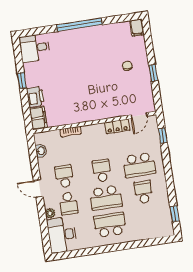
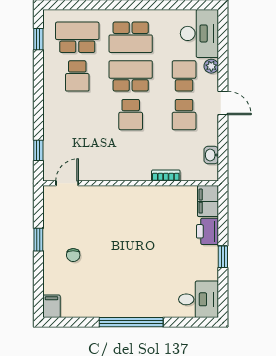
locker: (117, 126) -> (100, 173), removed
school desk: (139, 165) -> (77, 37), moved

